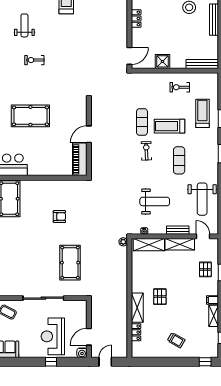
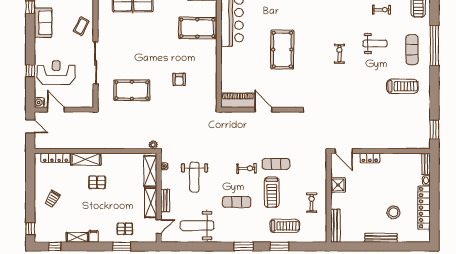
locker: (136, 18) -> (370, 158), moved
treadmill: (170, 126) -> (272, 192), turned 180
locker: (136, 332) -> (56, 158), width x1.53

